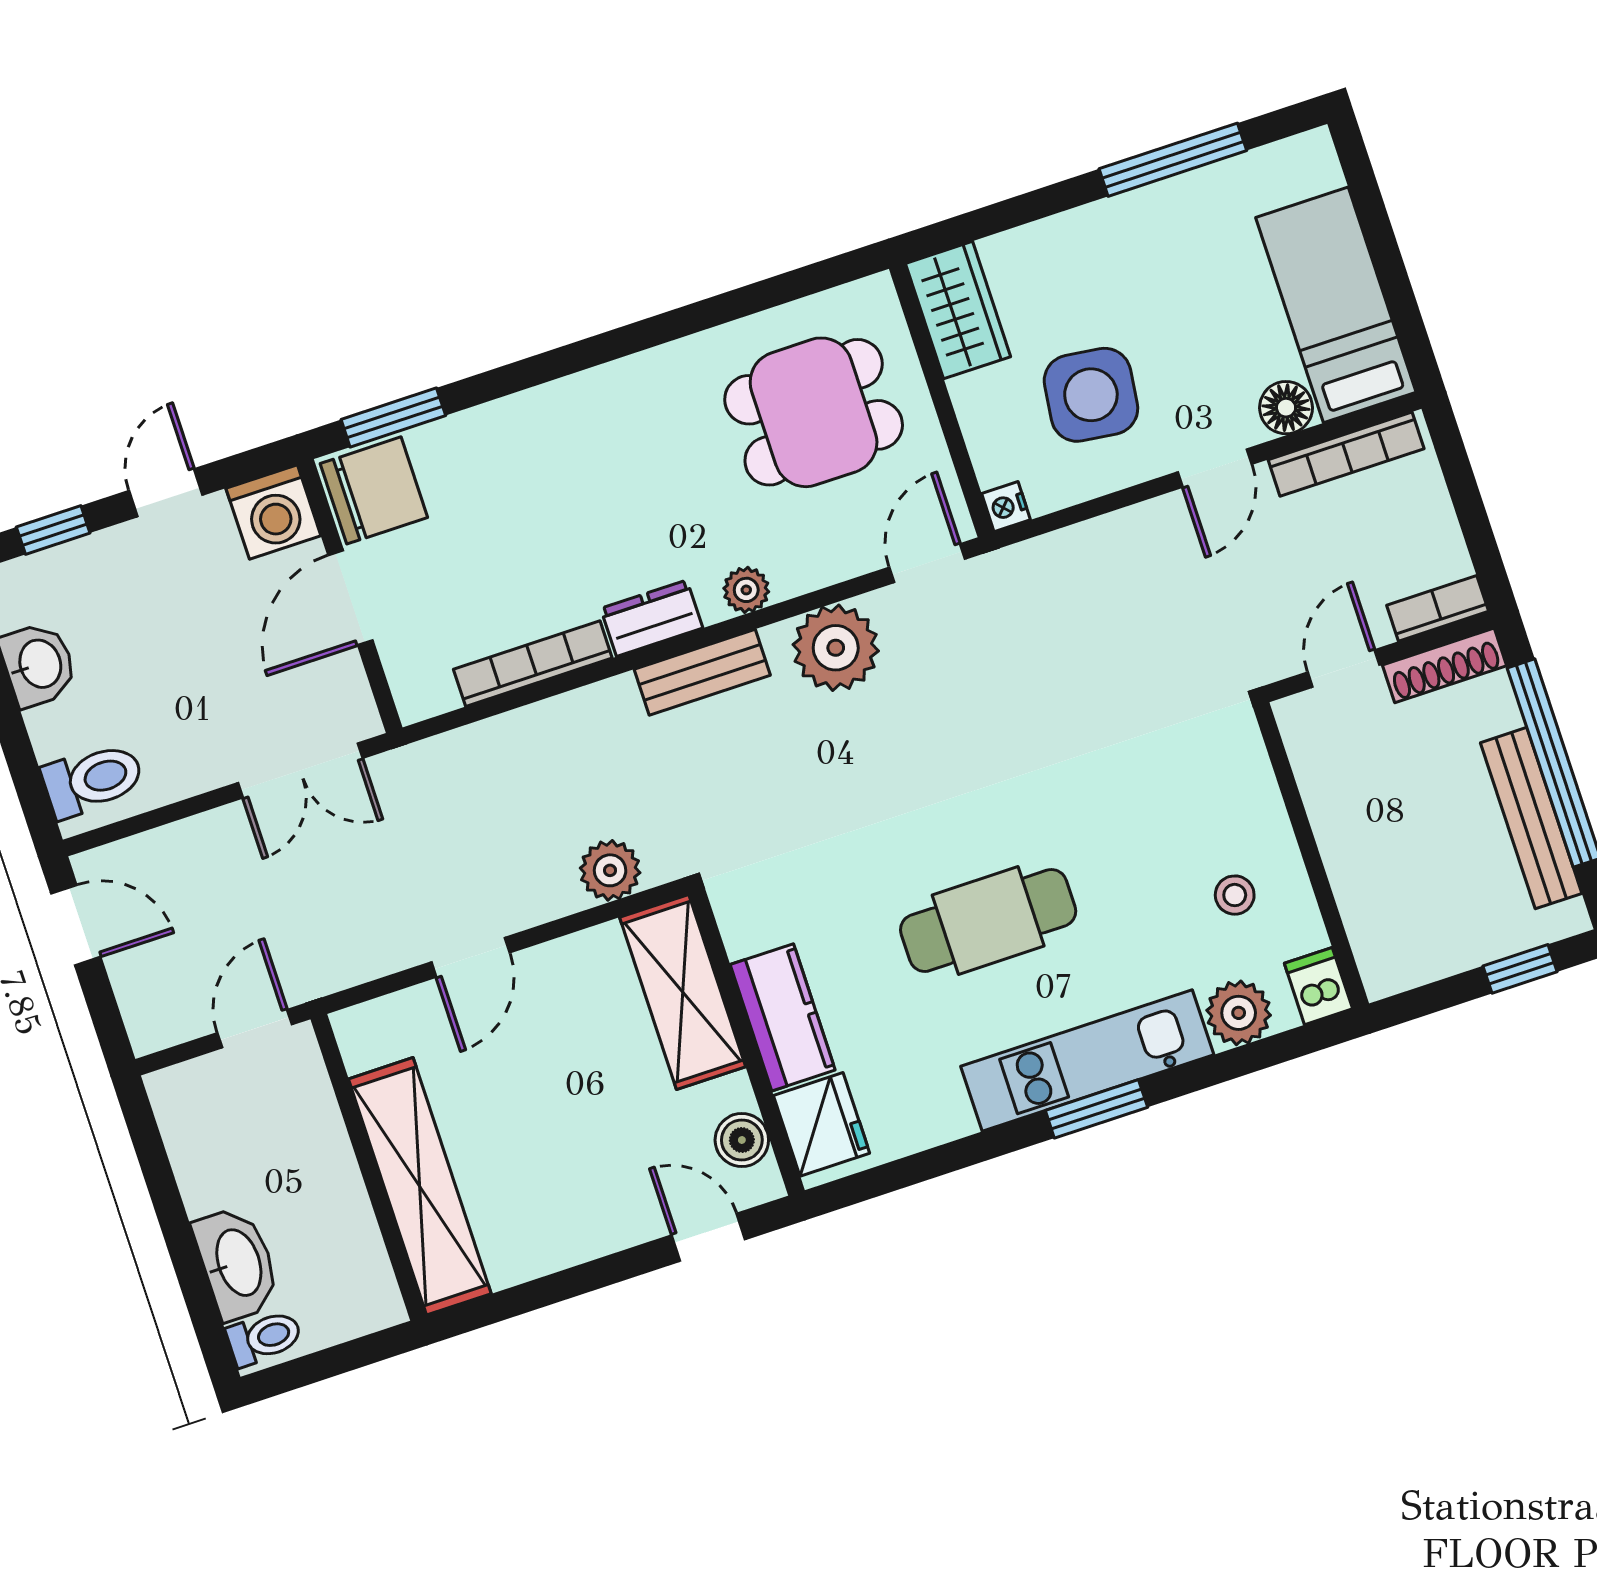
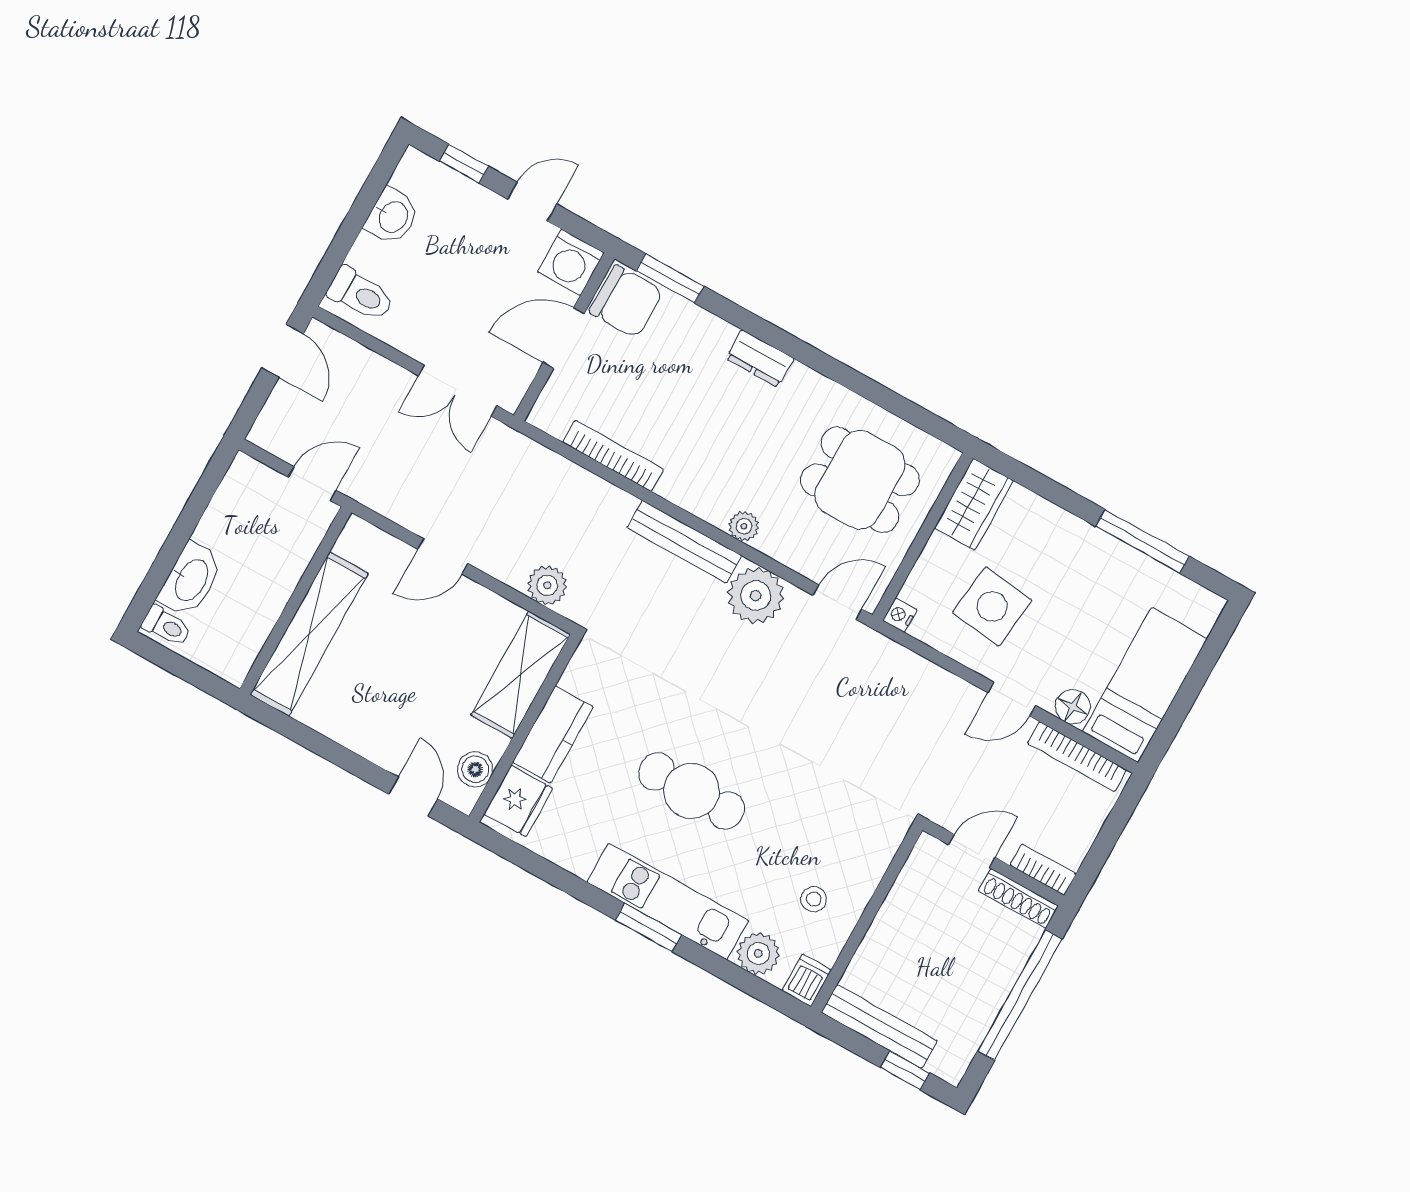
dresser: (652, 618) -> (760, 359), moved, turned 180
bench: (702, 672) -> (684, 542), width x1.36
bench: (1531, 818) -> (879, 1027), moved, turned 90

